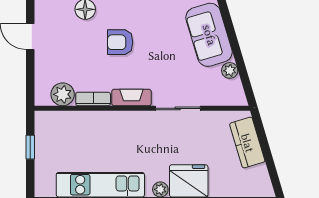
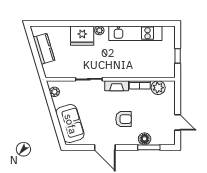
plant: (230, 70) -> (54, 92), moved
kitchen counter: (247, 143) -> (44, 49), moved

